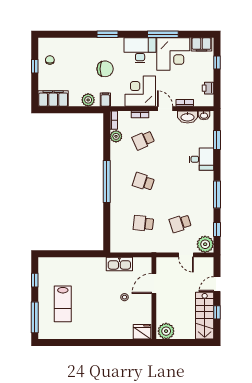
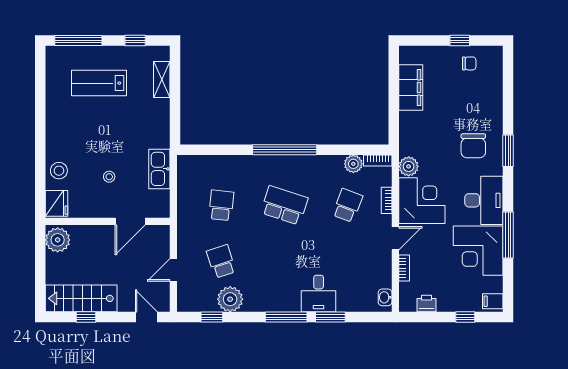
filing cabinet: (201, 44) -> (493, 301), width x0.50
chair: (105, 69) -> (473, 146), moved
filing cabinet: (53, 99) -> (411, 87), moved
plant: (88, 100) -> (409, 166), moved
filing cabinet: (105, 100) -> (409, 148), removed
washbasin: (188, 117) -> (383, 272), removed
school desk: (143, 140) -> (347, 205), turned 45
window: (217, 140) -> (330, 317), moved
school desk: (143, 182) -> (284, 205), width x1.85
window: (217, 195) -> (286, 317), moved
plant: (205, 244) -> (230, 299), moved
shelving: (60, 263) -> (162, 79), added
door: (154, 283) -> (130, 221), swing flipped
door: (217, 284) -> (146, 317), moved
stool: (120, 330) -> (59, 171), added

